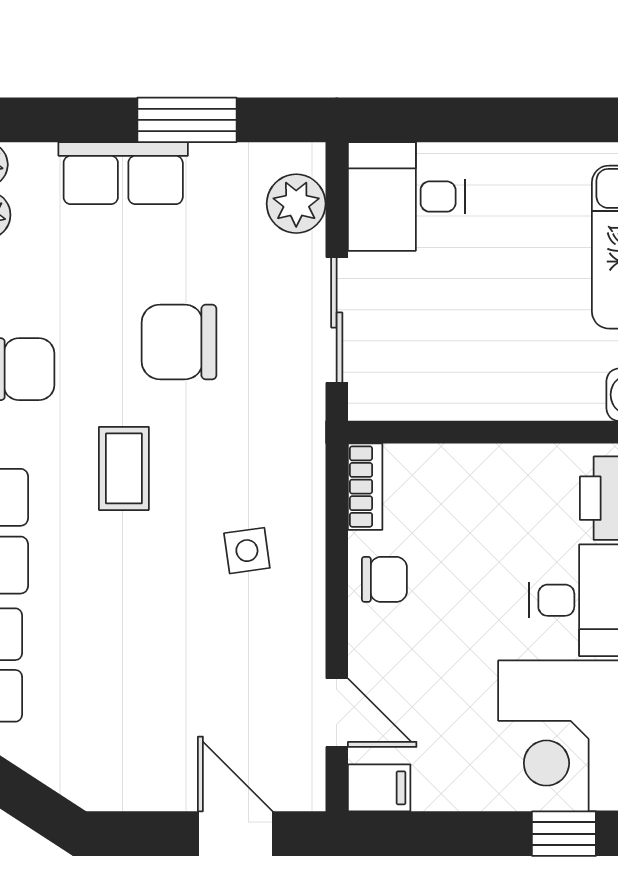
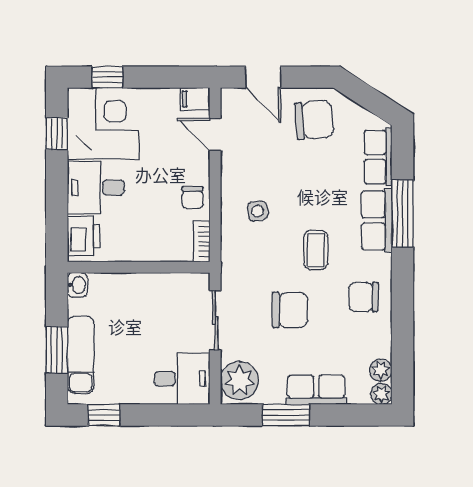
window: (571, 120) -> (104, 415), added
plant: (296, 204) -> (239, 380), width x1.36, depth x1.36
chair: (384, 579) -> (193, 198), turned -90
chair: (127, 743) -> (314, 120), added

